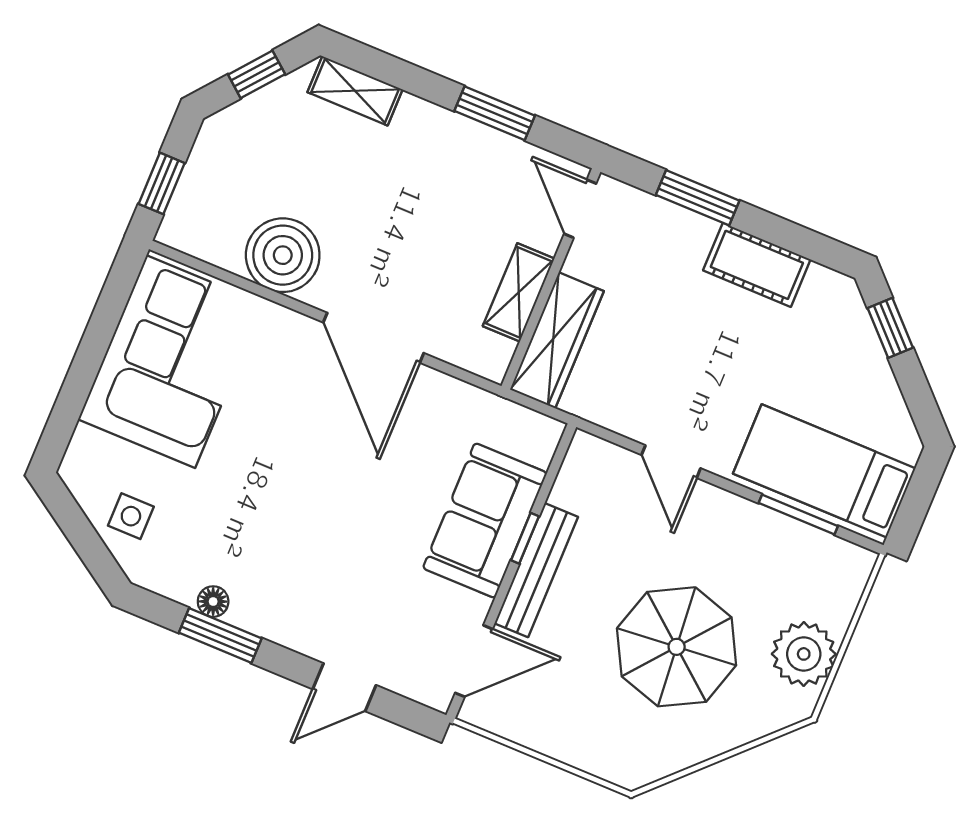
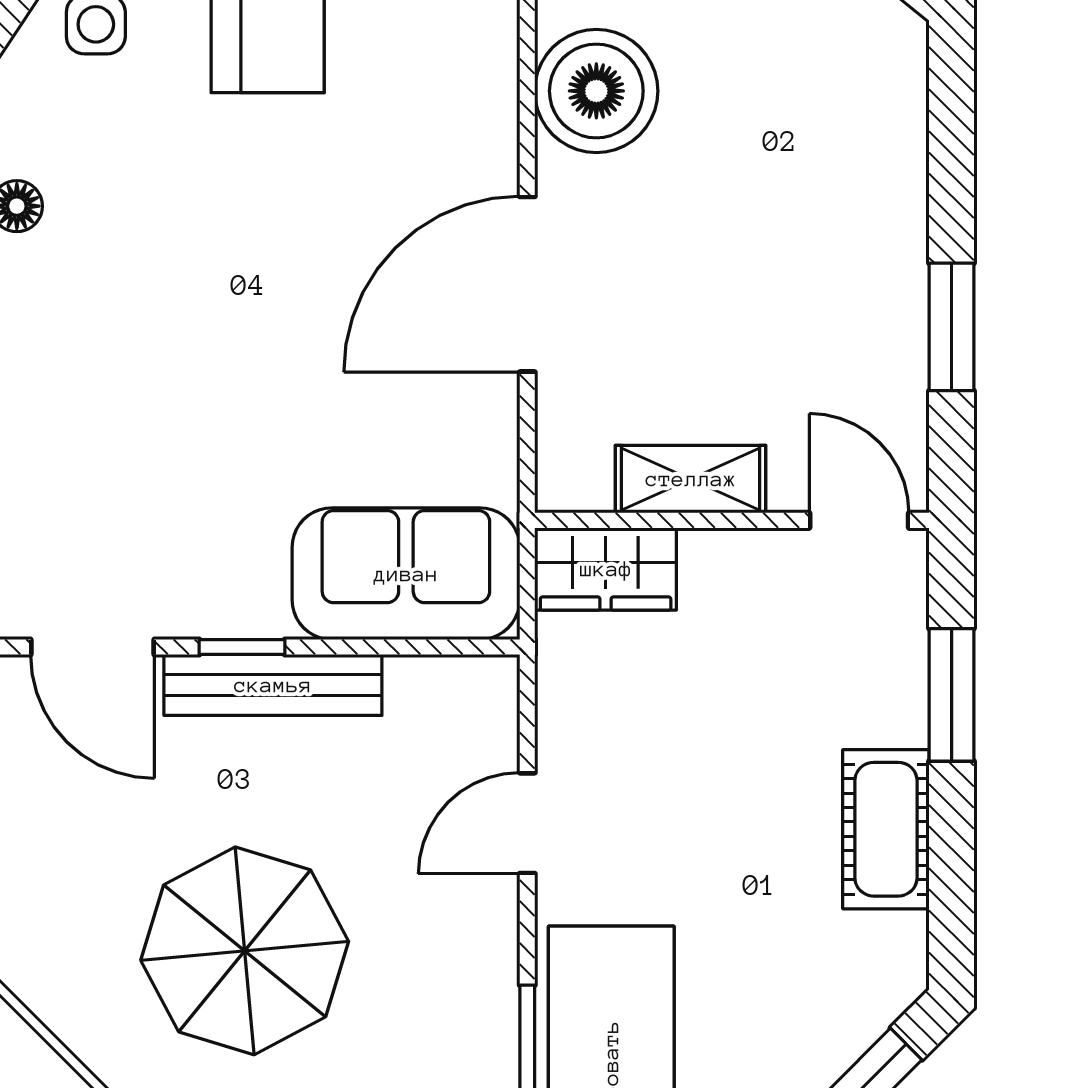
shelving: (355, 91) -> (896, 97), removed
door: (580, 209) -> (859, 520), hinge flipped
wardrobe: (557, 340) -> (606, 569), width x0.67
sofa: (485, 520) -> (406, 574), moved
window: (525, 538) -> (242, 647), moved

